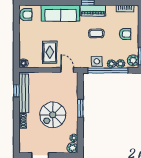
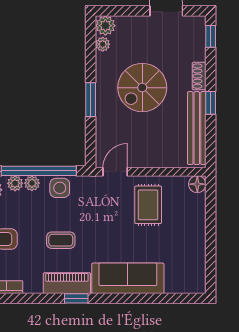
armchair: (26, 15) -> (193, 276), removed
door: (67, 70) -> (115, 172), swing flipped
window: (16, 91) -> (211, 103), moved
spiral stairs: (53, 115) -> (142, 88), turned 180
window: (16, 142) -> (211, 36), added

